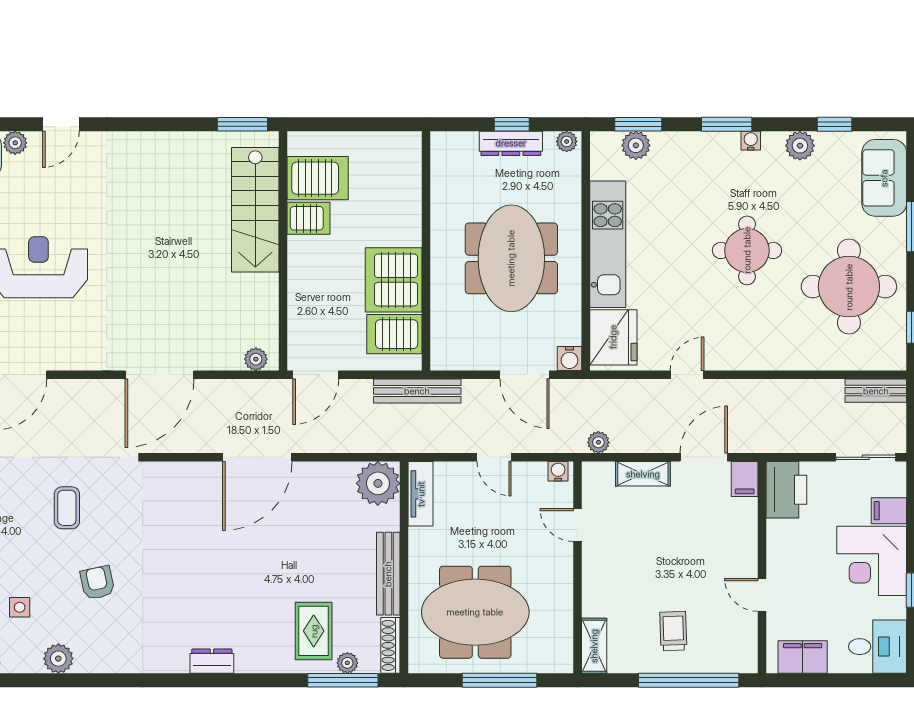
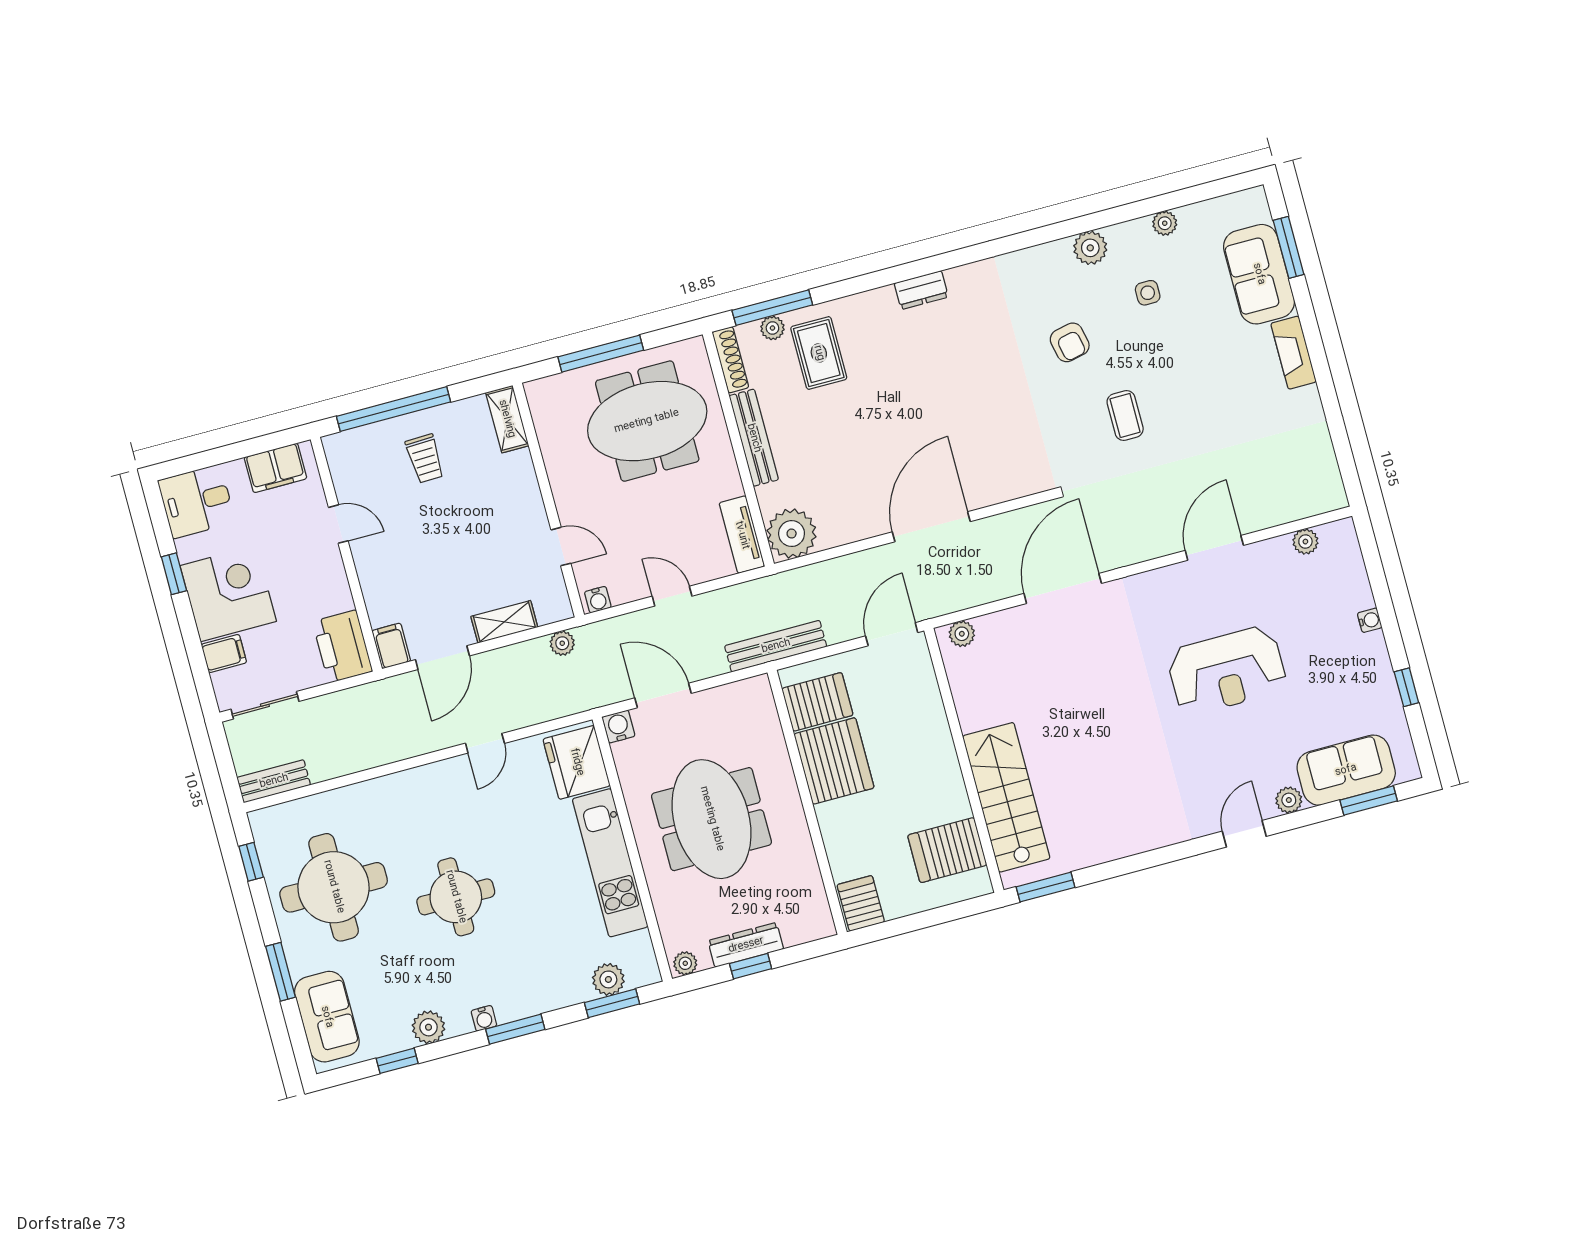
server rack: (308, 218) -> (861, 903), moved, turned 90

